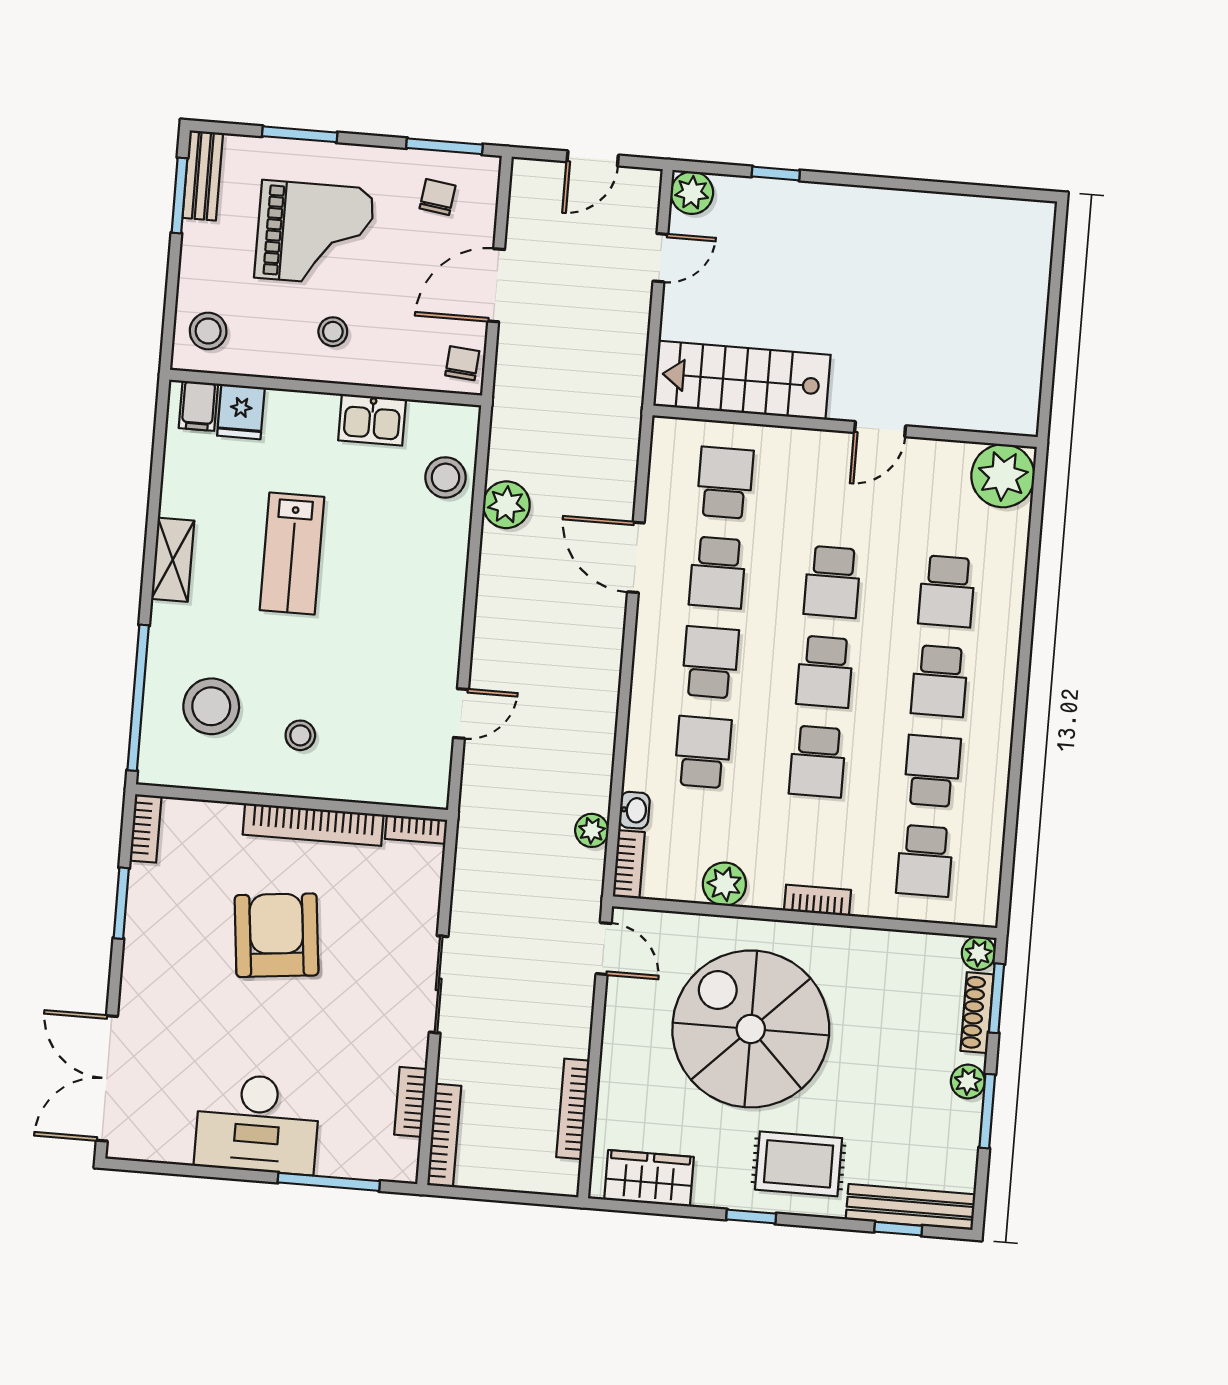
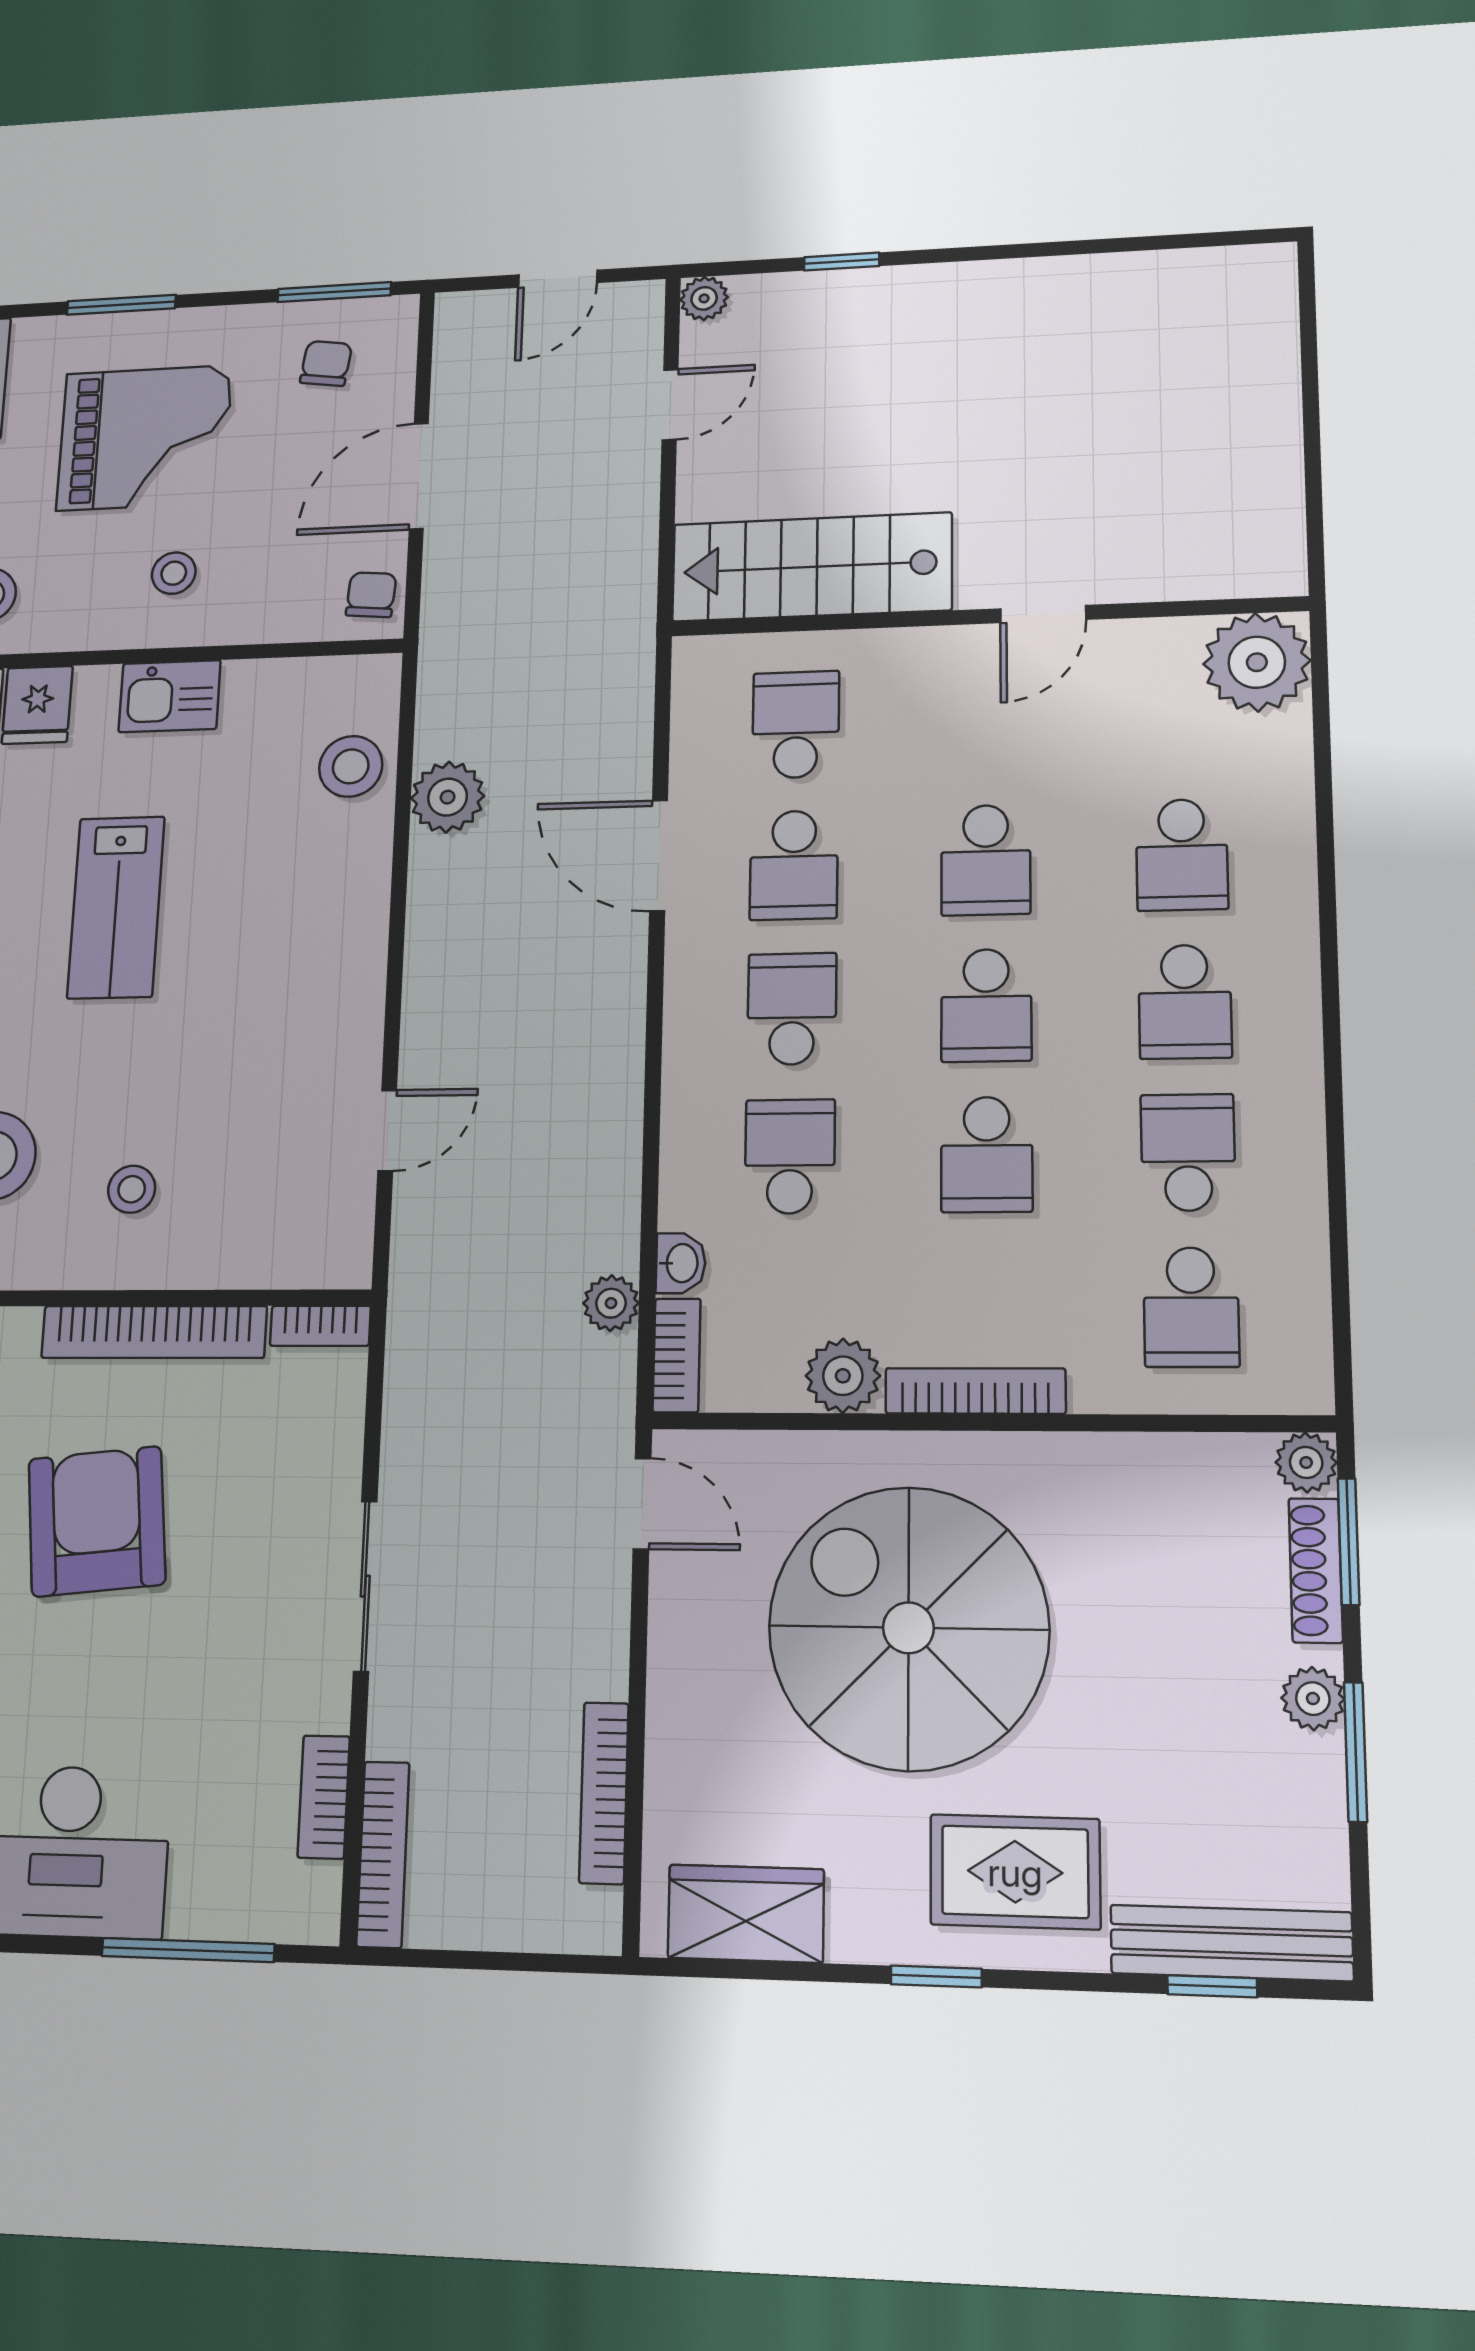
plant: (692, 193) -> (704, 298), width x0.73, depth x0.73
kitchen sink: (372, 420) -> (170, 696), moved
bookcase: (818, 900) -> (975, 1391), width x1.56

